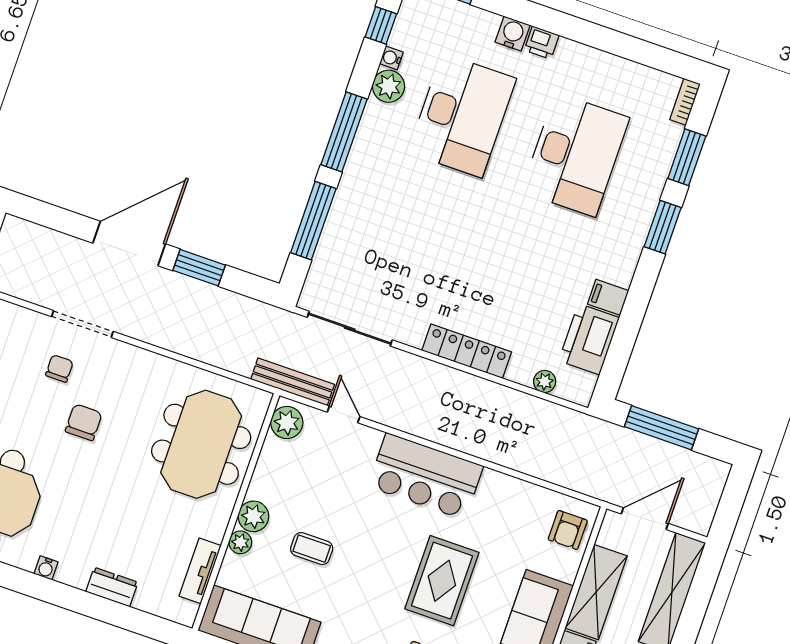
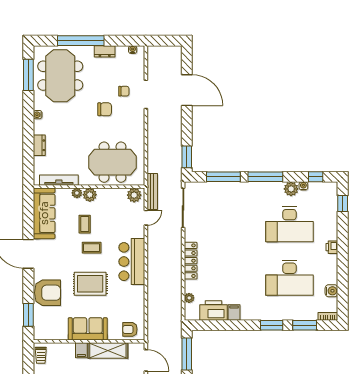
water cooler: (513, 34) -> (331, 291), moved
door: (129, 243) -> (187, 90), moved
window: (199, 268) -> (187, 157), moved
coffee table: (367, 551) -> (92, 248), added
tv unit: (200, 571) -> (59, 180), width x1.41

